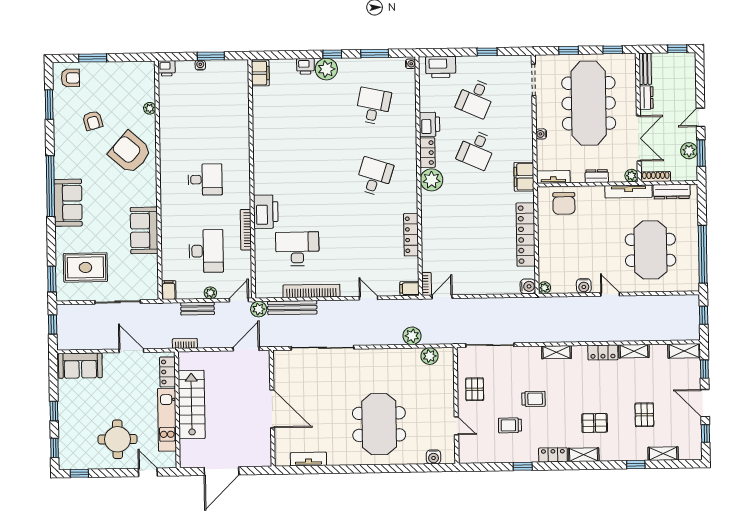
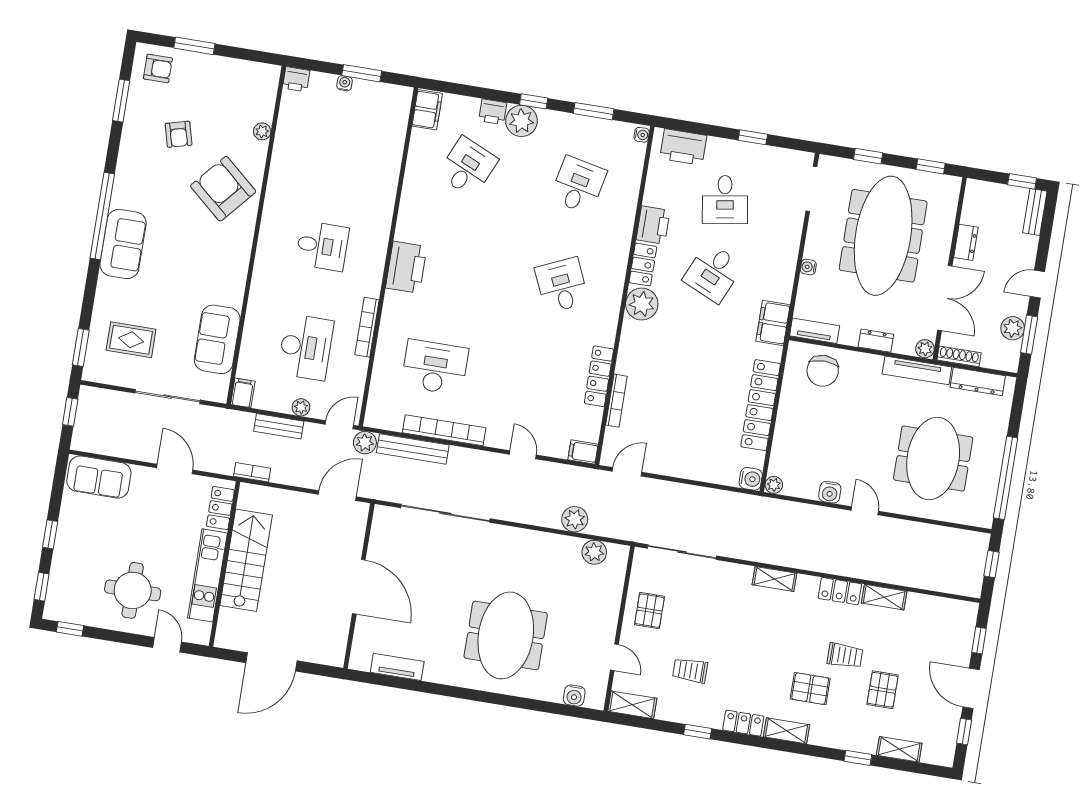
bench: (645, 69) -> (1035, 212), moved
desk: (476, 98) -> (725, 200), turned -33
desk: (295, 107) -> (468, 167), added
desk: (374, 177) -> (562, 285), turned -42
printer: (266, 212) -> (406, 267), moved
sofa: (144, 230) -> (217, 339), moved
rug: (85, 267) -> (131, 340), width x0.73, depth x0.70
bookcase: (427, 284) -> (616, 401), moved, width x1.56
shelving: (684, 351) -> (632, 705), moved
trolley: (534, 399) -> (845, 655), moved

